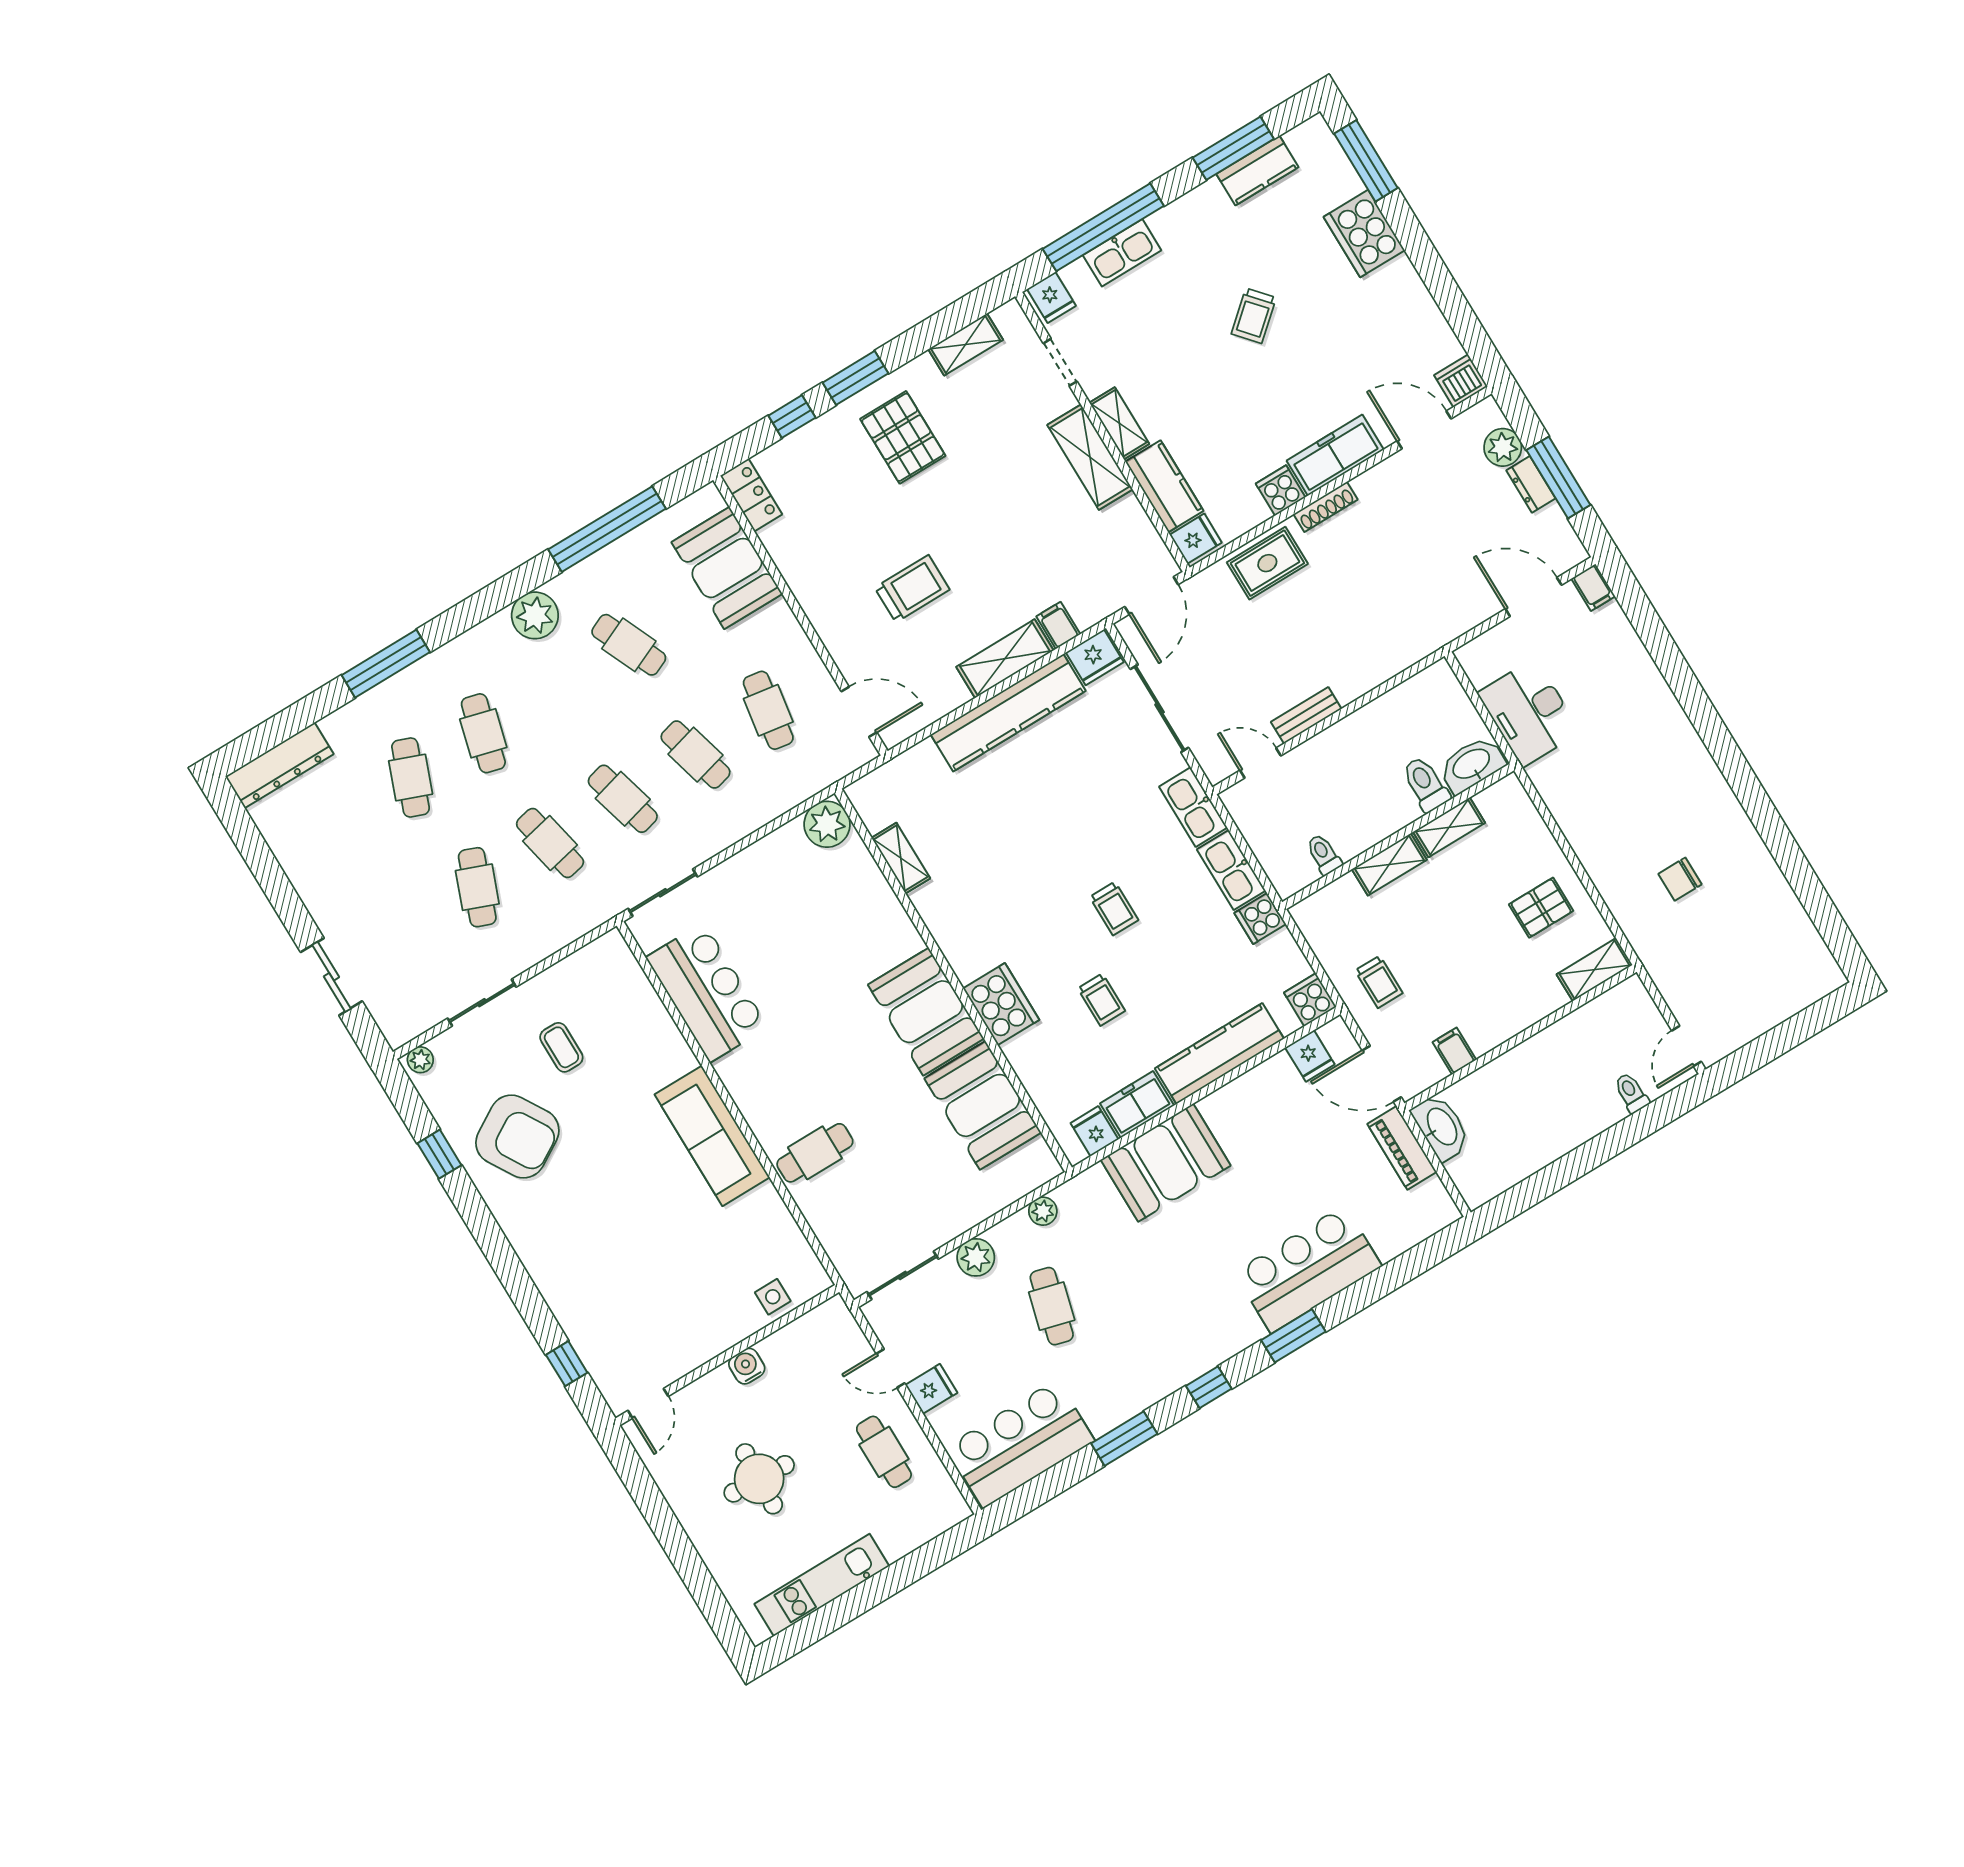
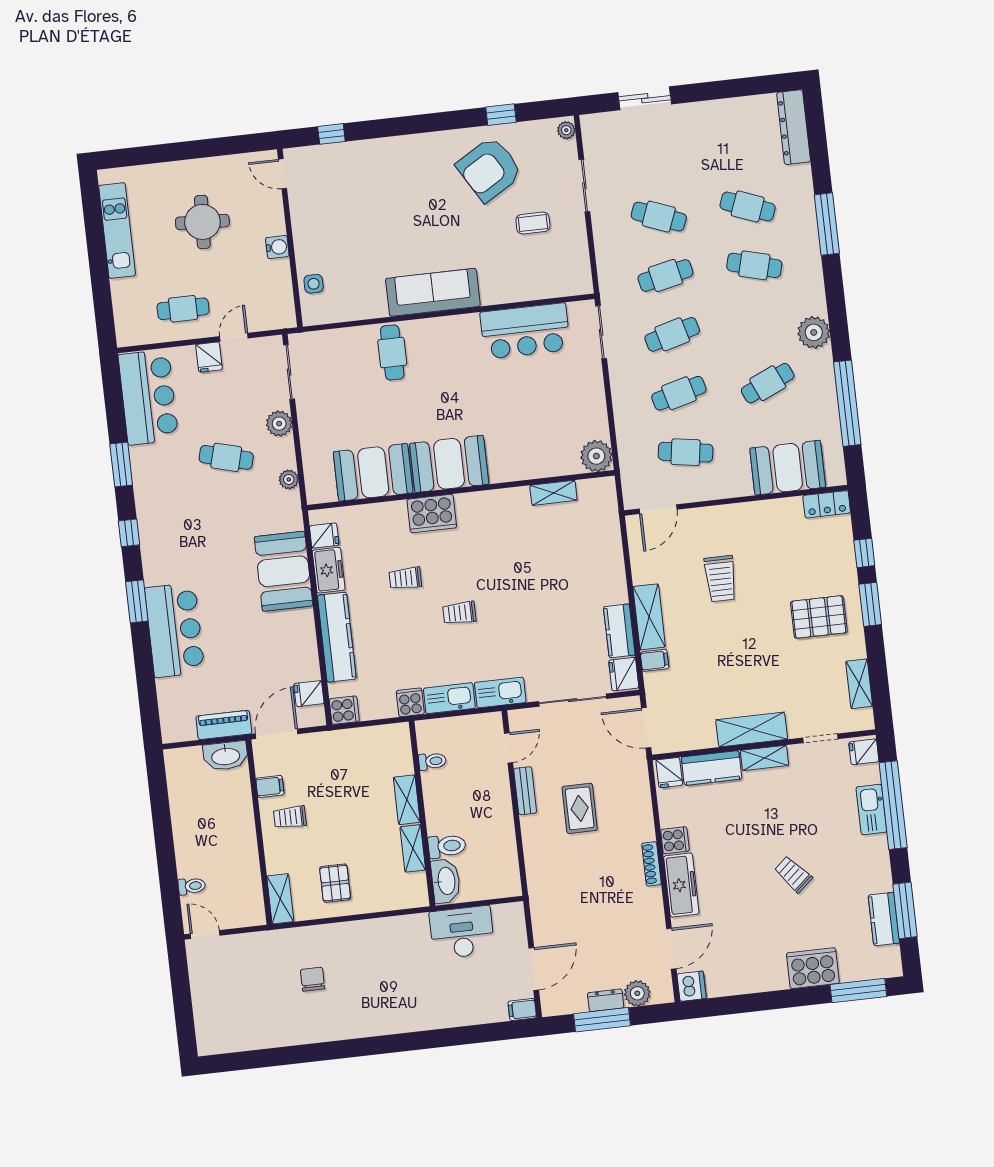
rug: (1267, 563) -> (580, 808), moved
kitchen counter: (1008, 713) -> (619, 631), width x0.48, depth x0.86
trolley: (1379, 982) -> (290, 817), moved

